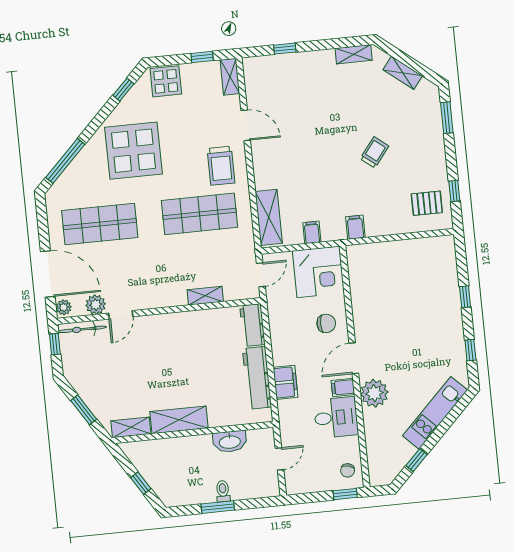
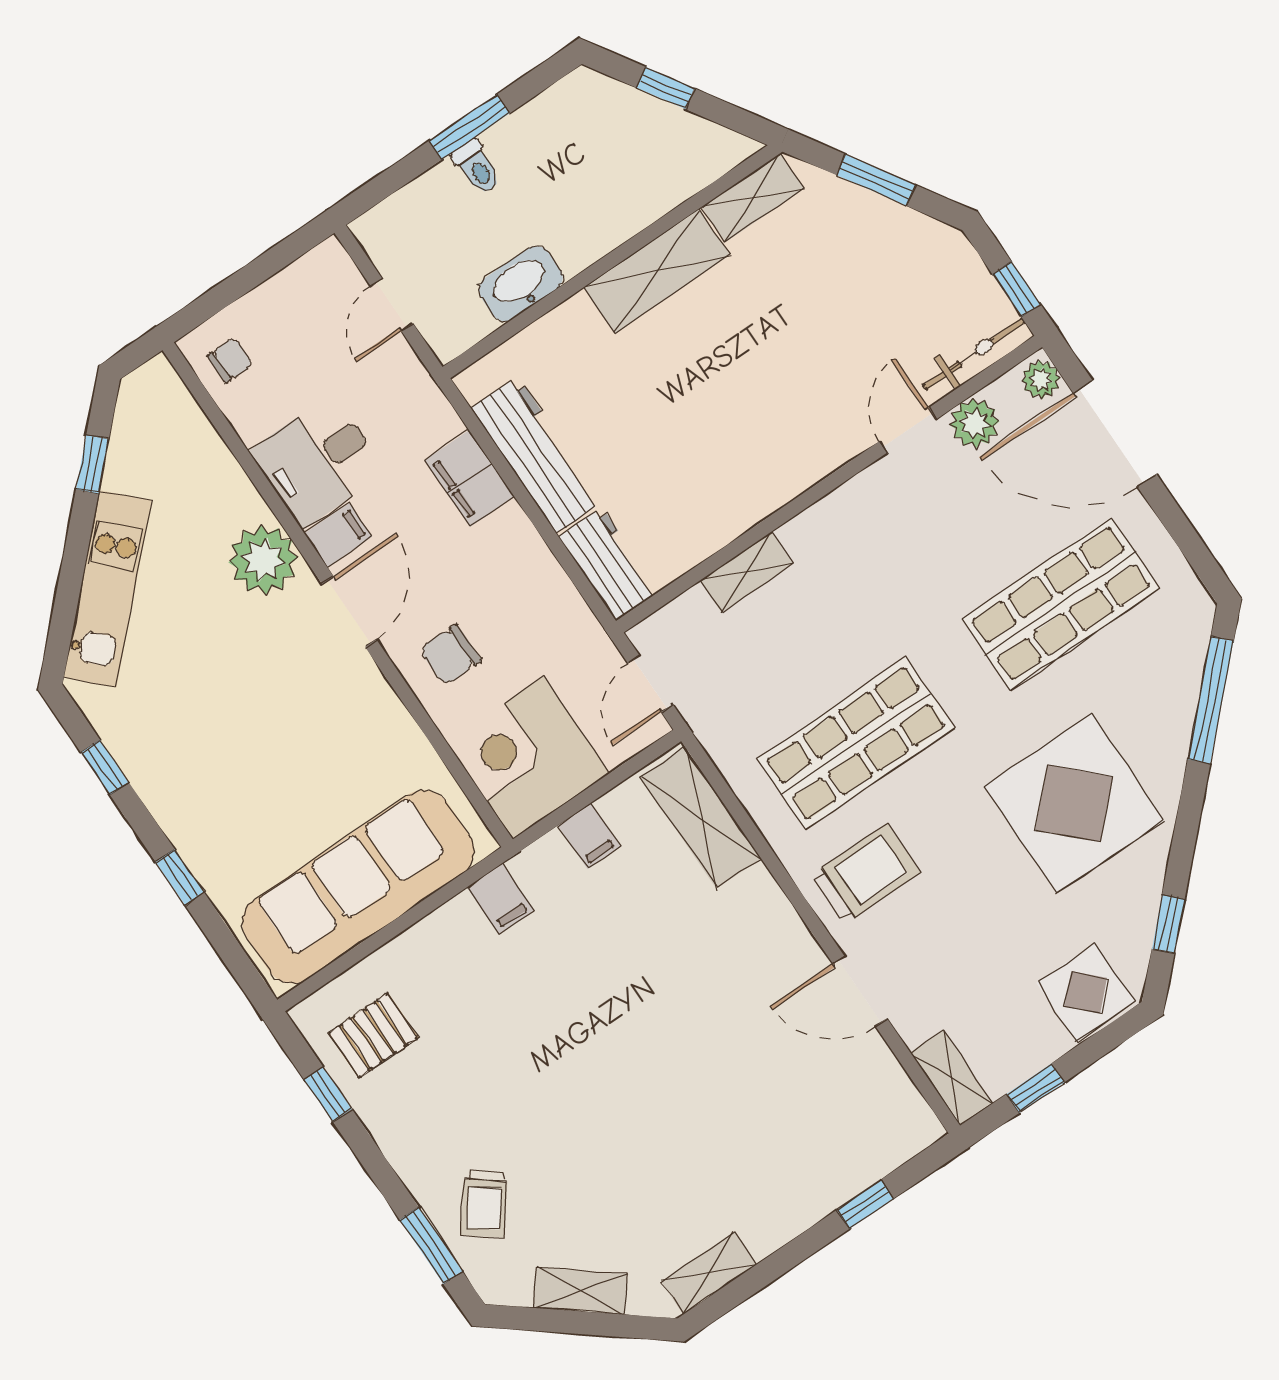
trolley: (374, 152) -> (484, 1204), moved
trolley: (221, 166) -> (866, 874), turned 90
sofa: (404, 259) -> (358, 887), added
chair: (348, 470) -> (230, 360), turned 77
window: (345, 494) -> (207, 306), removed

